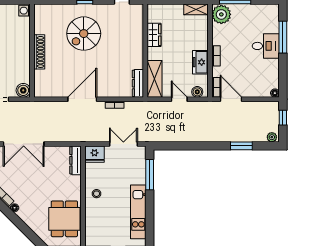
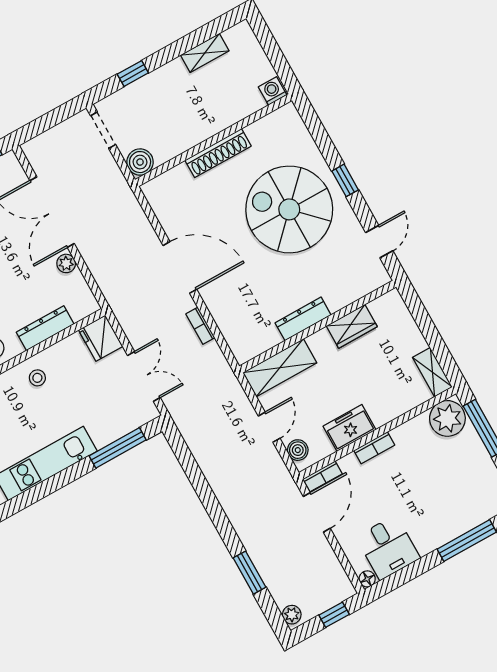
spiral stairs: (84, 34) -> (289, 209), width x1.37, depth x1.37
desk: (266, 46) -> (388, 548), moved
dresser: (138, 83) -> (303, 319), moved
plant: (51, 151) -> (66, 263), added
dresser: (76, 160) -> (45, 328), moved

